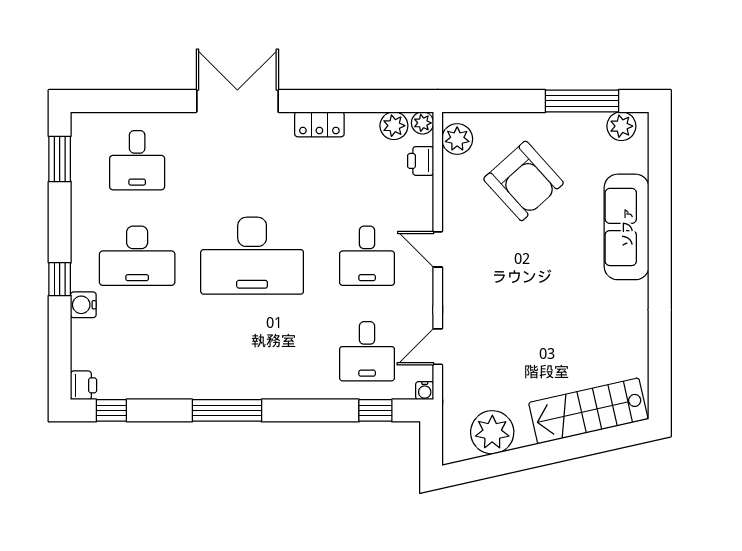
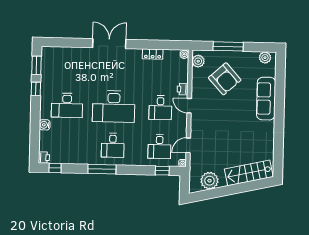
window: (582, 101) -> (228, 46), moved
locker: (319, 124) -> (153, 54), moved
plant: (394, 126) -> (173, 55), removed
desk: (137, 160) -> (113, 145), moved
printer: (421, 161) -> (183, 89), moved
window: (60, 279) -> (36, 89), moved

